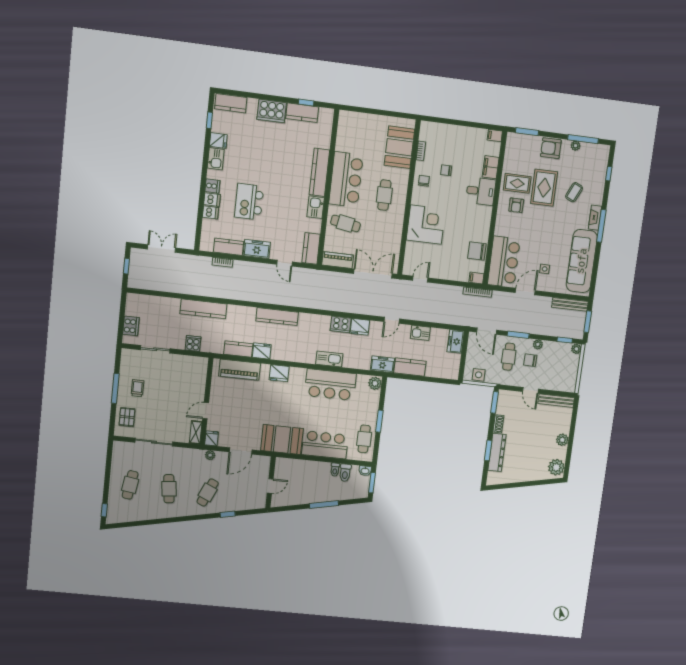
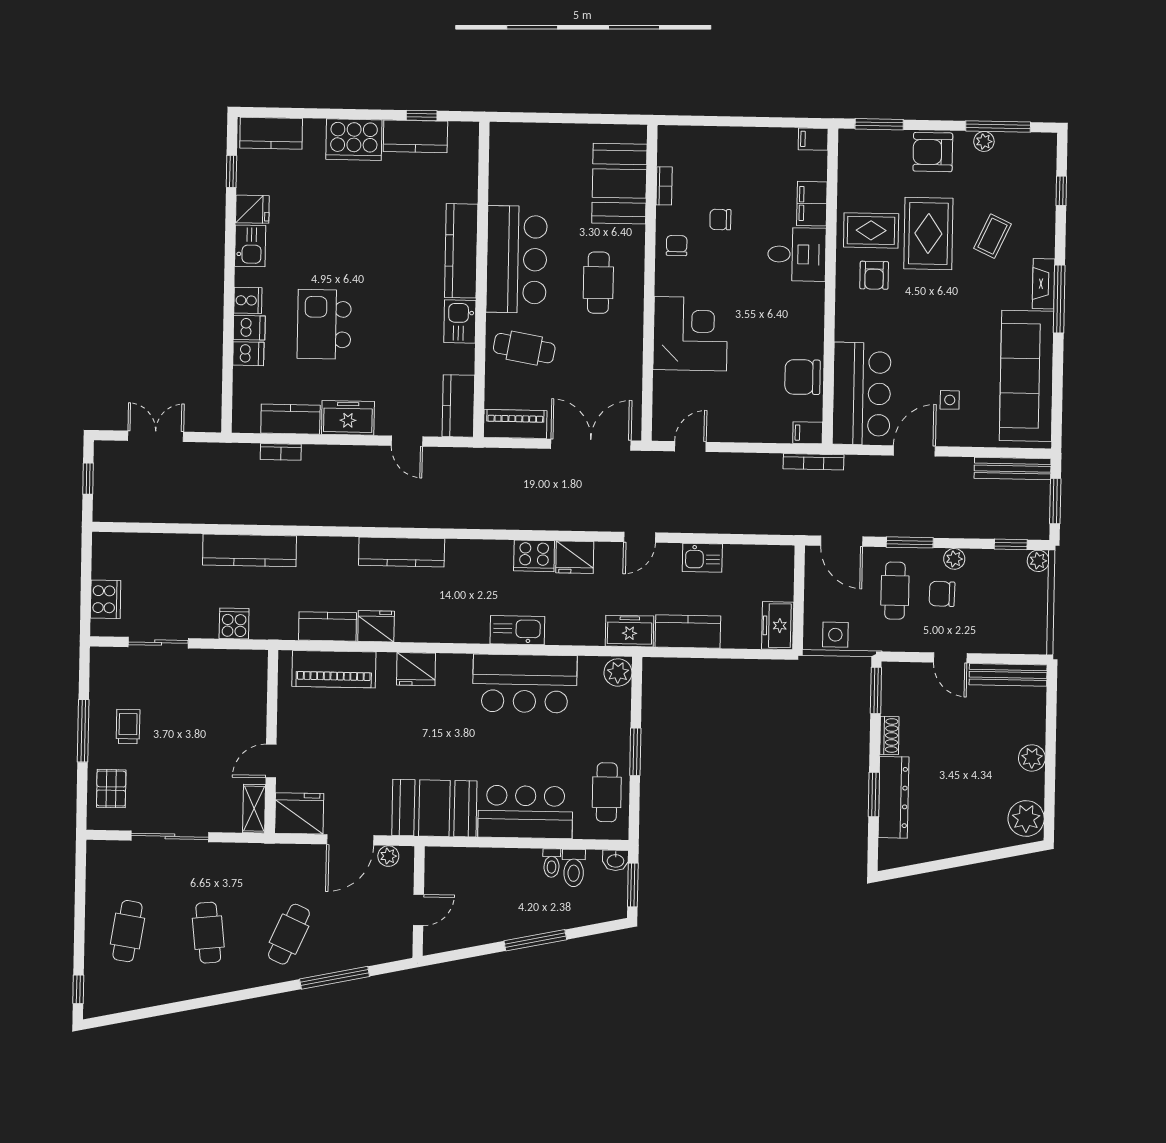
freezer: (456, 341) -> (778, 626), moved
fridge: (211, 438) -> (299, 813), width x1.88, depth x1.34
plant: (210, 455) -> (388, 856), moved
window: (228, 514) -> (335, 978), width x2.17

